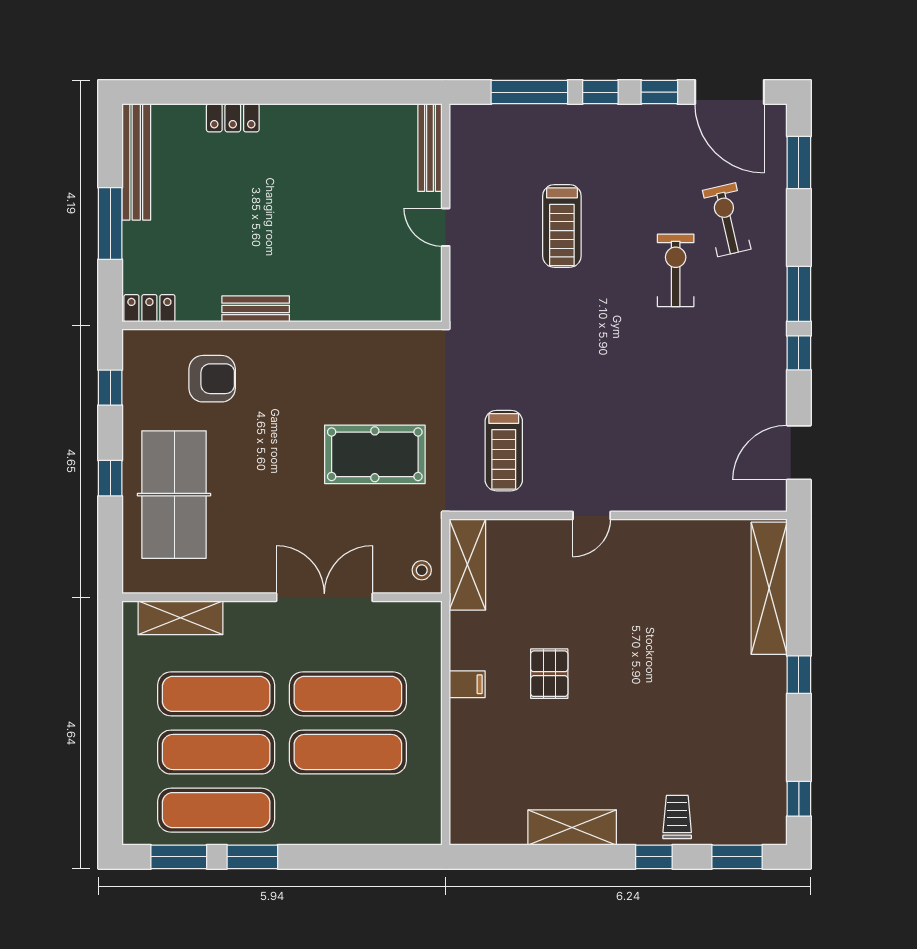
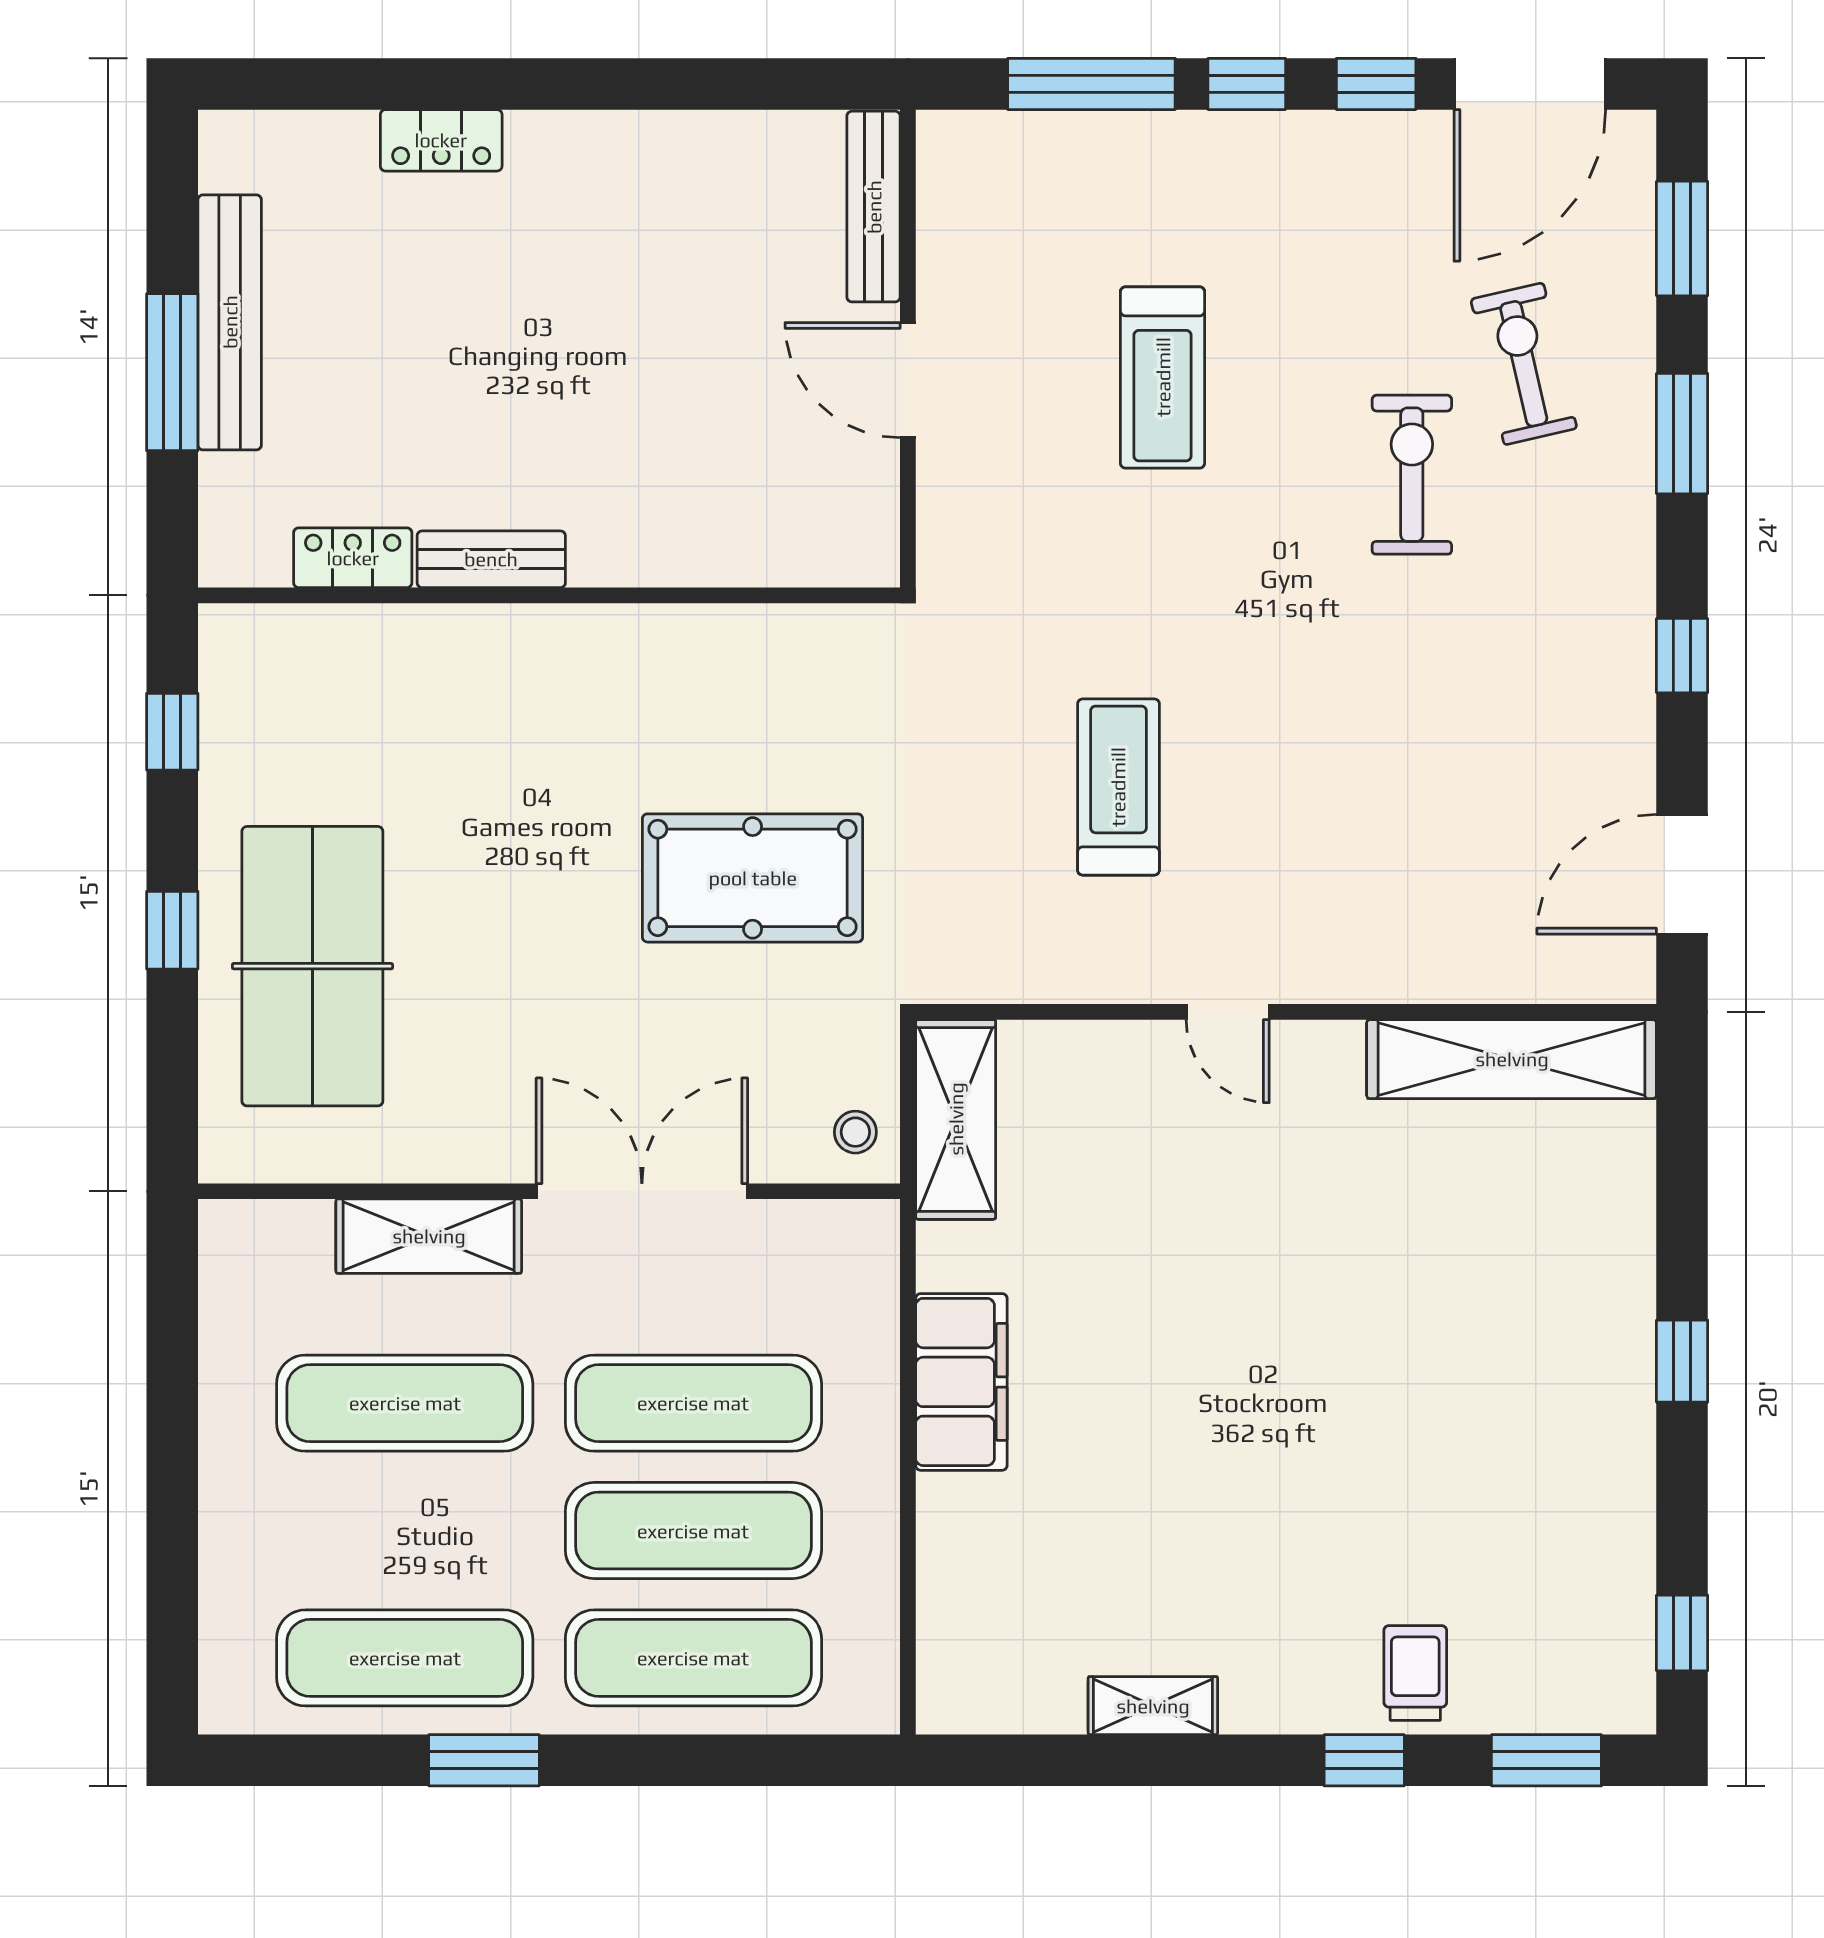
door: (729, 92) -> (1530, 84), hinge flipped
bench: (136, 162) -> (230, 322), moved
door: (446, 227) -> (908, 380), width x1.38
window: (799, 294) -> (1682, 434), moved
locker: (149, 308) -> (353, 558), moved
armchair: (212, 379) -> (396, 712), removed
treadmill: (504, 451) -> (1118, 787), moved, turned 180
door: (592, 515) -> (1228, 1012), hinge flipped
shelving: (769, 588) -> (1512, 1059), moved, turned 90
shelving: (180, 618) -> (429, 1236), moved
pallet: (549, 674) -> (1135, 1359), removed
filing cabinet: (467, 684) -> (961, 1382), width x3.00, depth x1.17
exercise mat: (216, 752) -> (693, 1658), moved
shelving: (572, 827) -> (1153, 1706), width x0.67, depth x0.75
window: (179, 857) -> (323, 1760), removed

